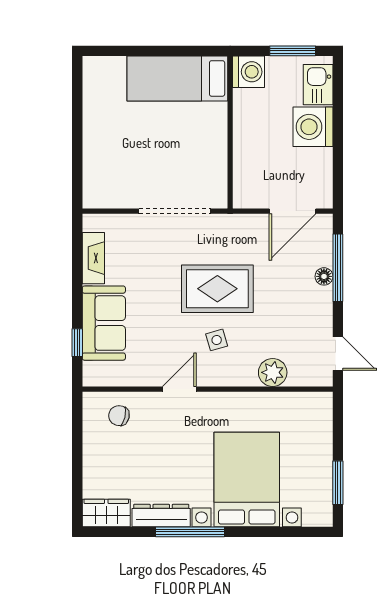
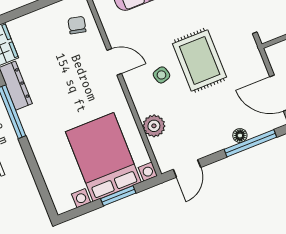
bed with nightstands: (247, 480) -> (103, 157), moved, turned -90
window: (338, 483) -> (118, 196), moved

